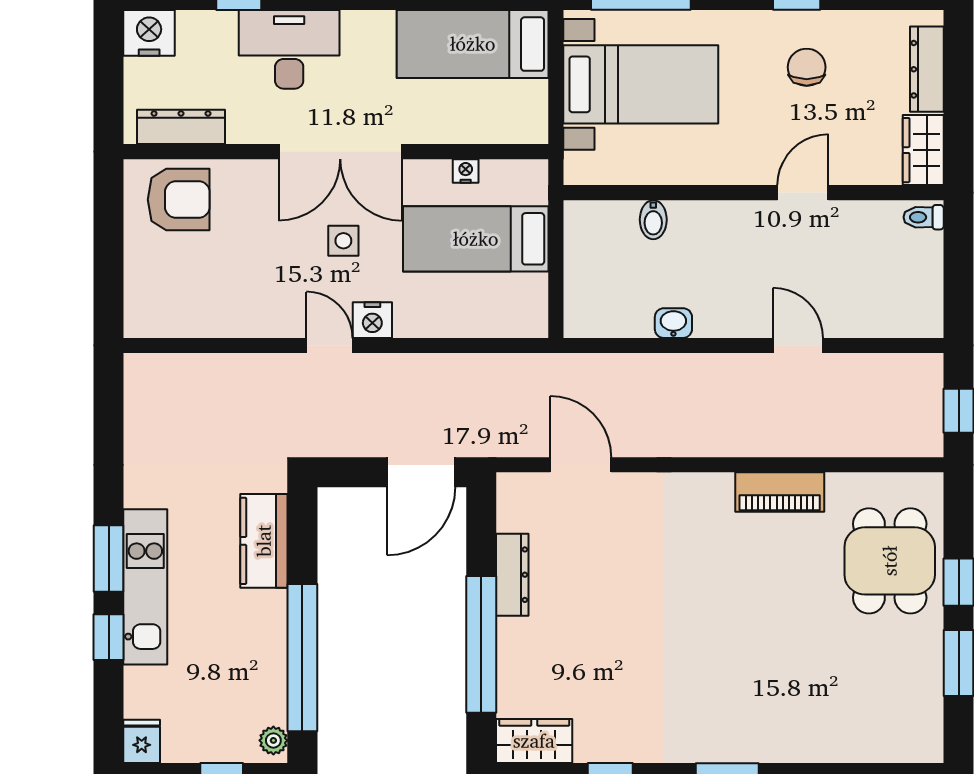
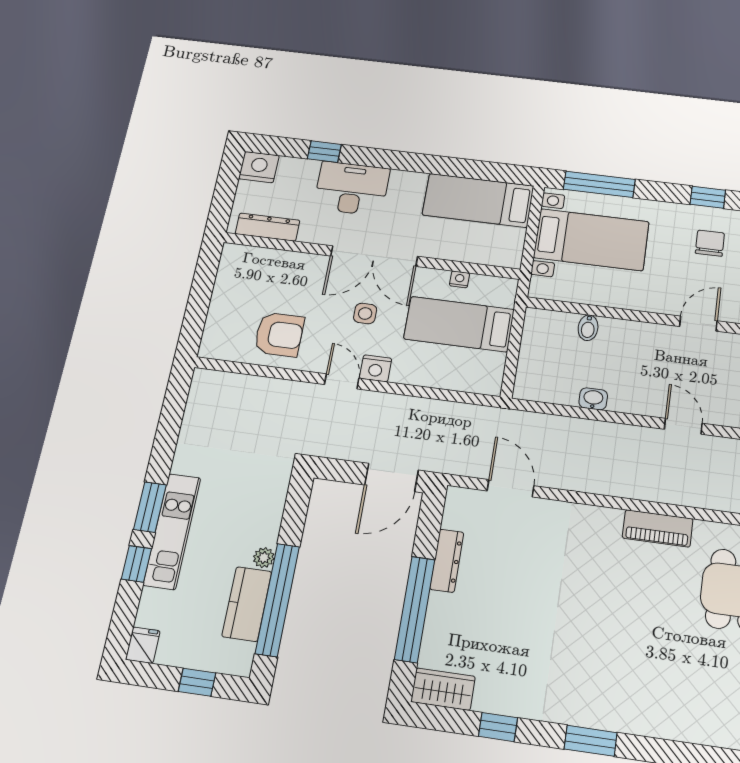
armchair: (179, 200) -> (279, 334), moved
kitchen counter: (264, 541) -> (247, 604), moved
plant: (273, 740) -> (264, 558), moved

